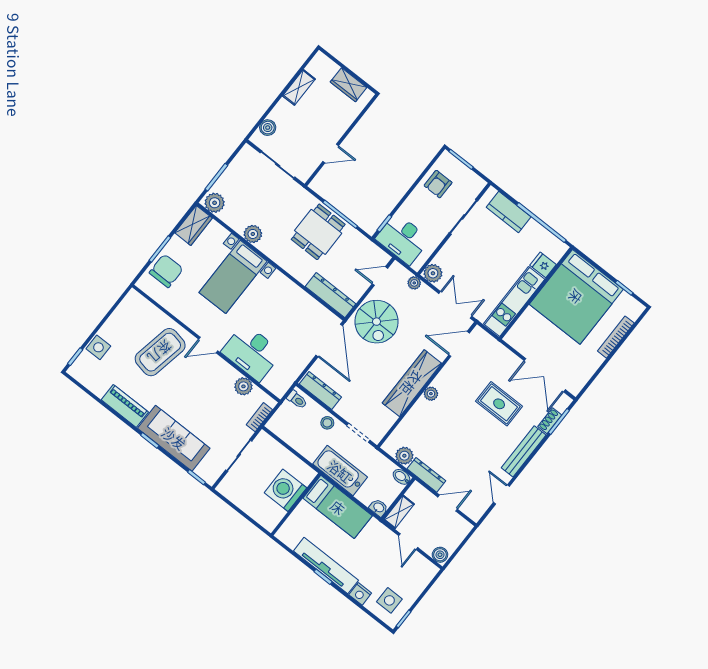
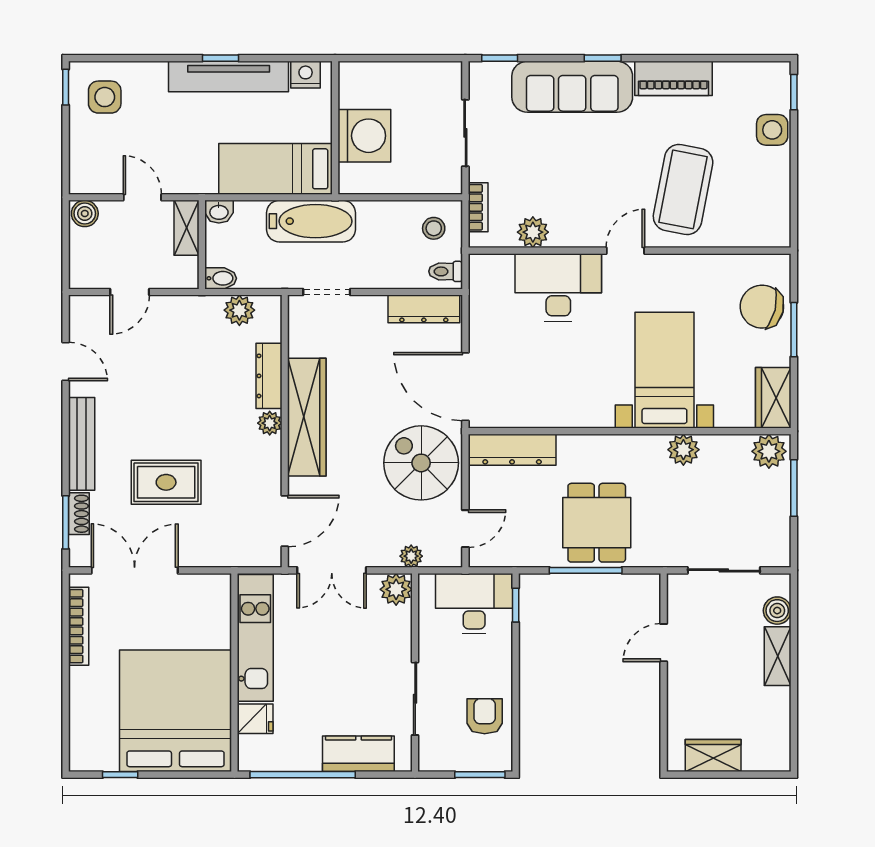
shelving: (299, 87) -> (778, 656), moved
chair: (166, 271) -> (762, 307), turned 104
bookcase: (616, 337) -> (79, 626), moved
stool: (327, 423) -> (434, 228), moved
dresser: (426, 475) -> (269, 376), moved, turned 90
nightstand: (360, 594) -> (306, 75), moved

